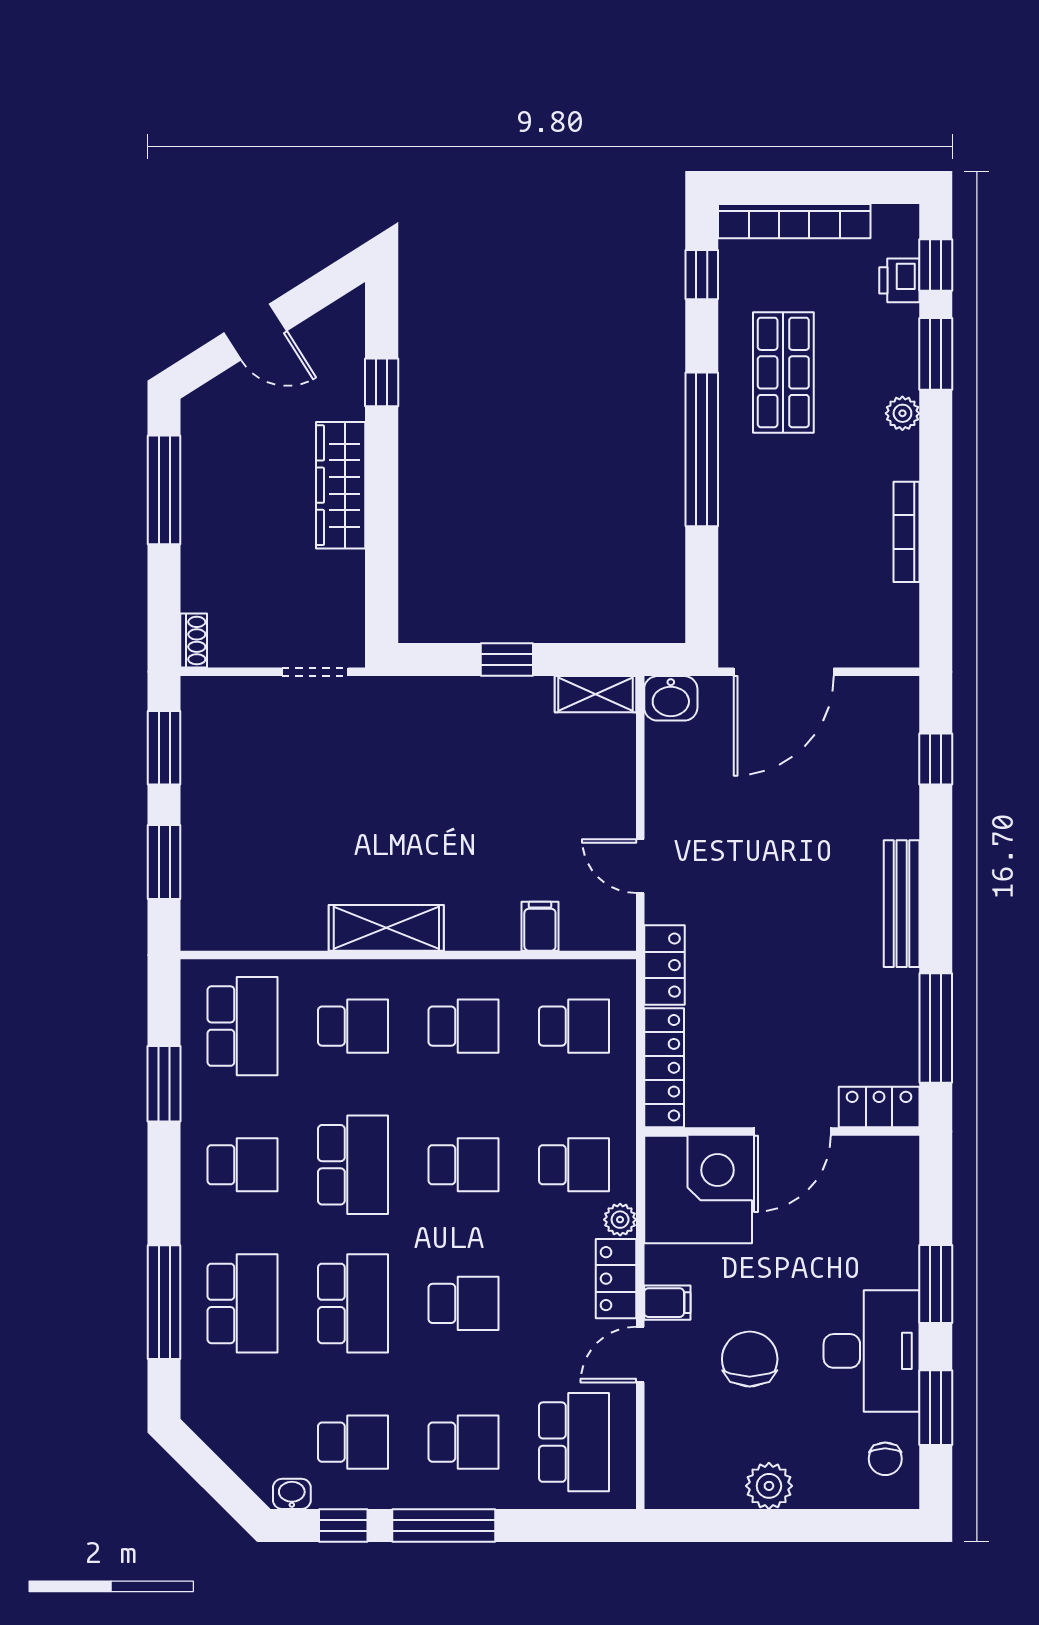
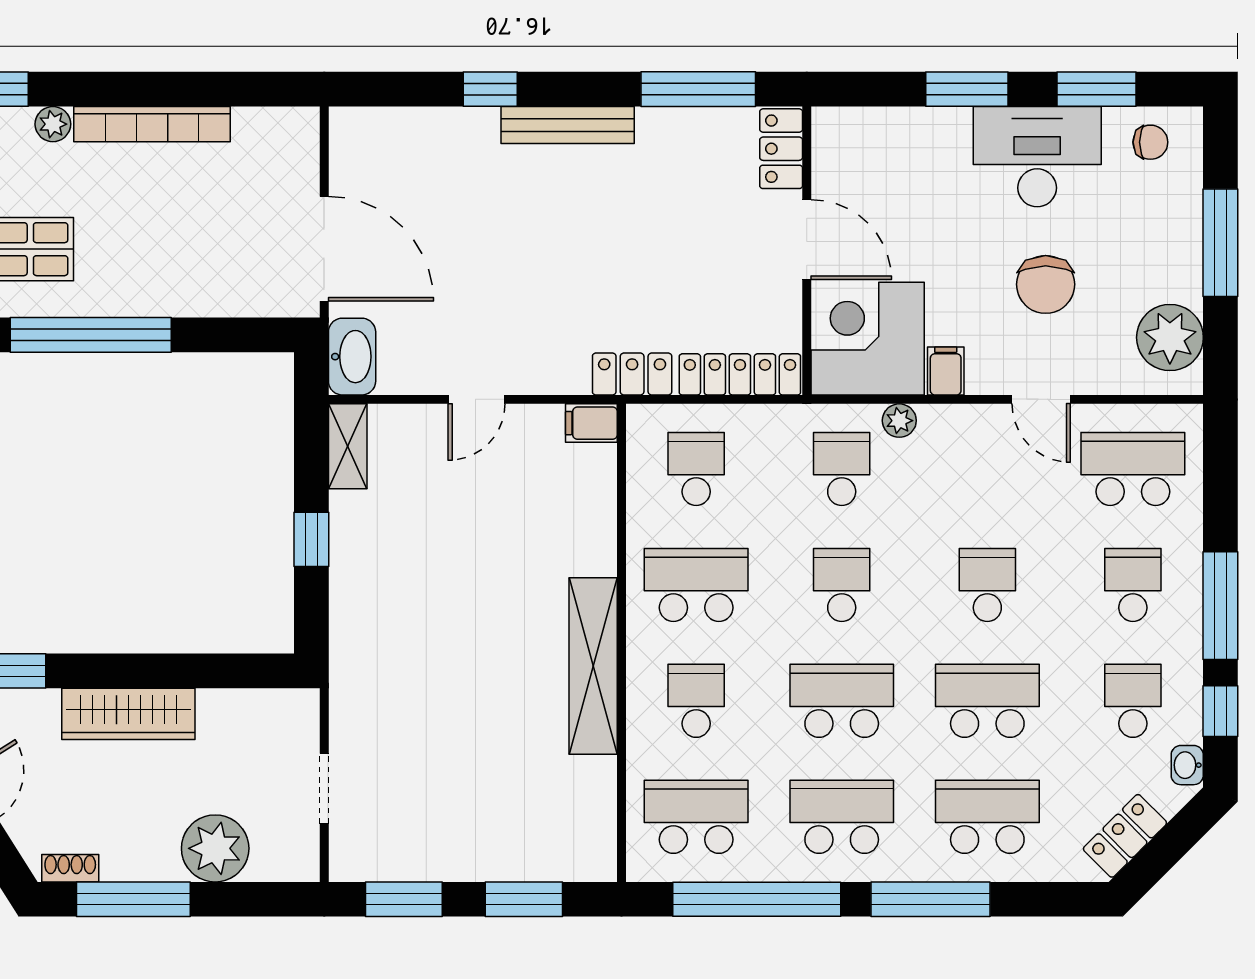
bookcase: (906, 532) -> (152, 124), width x1.48, depth x1.31
plant: (212, 568) -> (215, 848), added
shoe rack: (194, 641) -> (70, 868), moved
doorway: (315, 672) -> (324, 788), moved
washbasin: (671, 698) -> (352, 357), width x1.38
window: (936, 759) -> (490, 89), moved
door: (640, 866) -> (477, 399), moved
filing cabinet: (540, 926) -> (591, 423), moved
shelving: (386, 928) -> (593, 666), width x1.47
school desk: (464, 1026) -> (696, 585), width x1.85
window: (164, 1084) -> (757, 899), width x2.11
school desk: (243, 1165) -> (842, 817), width x1.85
locker: (616, 1279) -> (1125, 836), moved, turned 135
window: (164, 1302) -> (930, 899), moved
filing cabinet: (667, 1303) -> (946, 371), moved
chair: (750, 1359) -> (1046, 284), turned -90
plant: (769, 1486) -> (1170, 338), moved, width x1.36, depth x1.36
window: (789, 1526) -> (1220, 243), added

